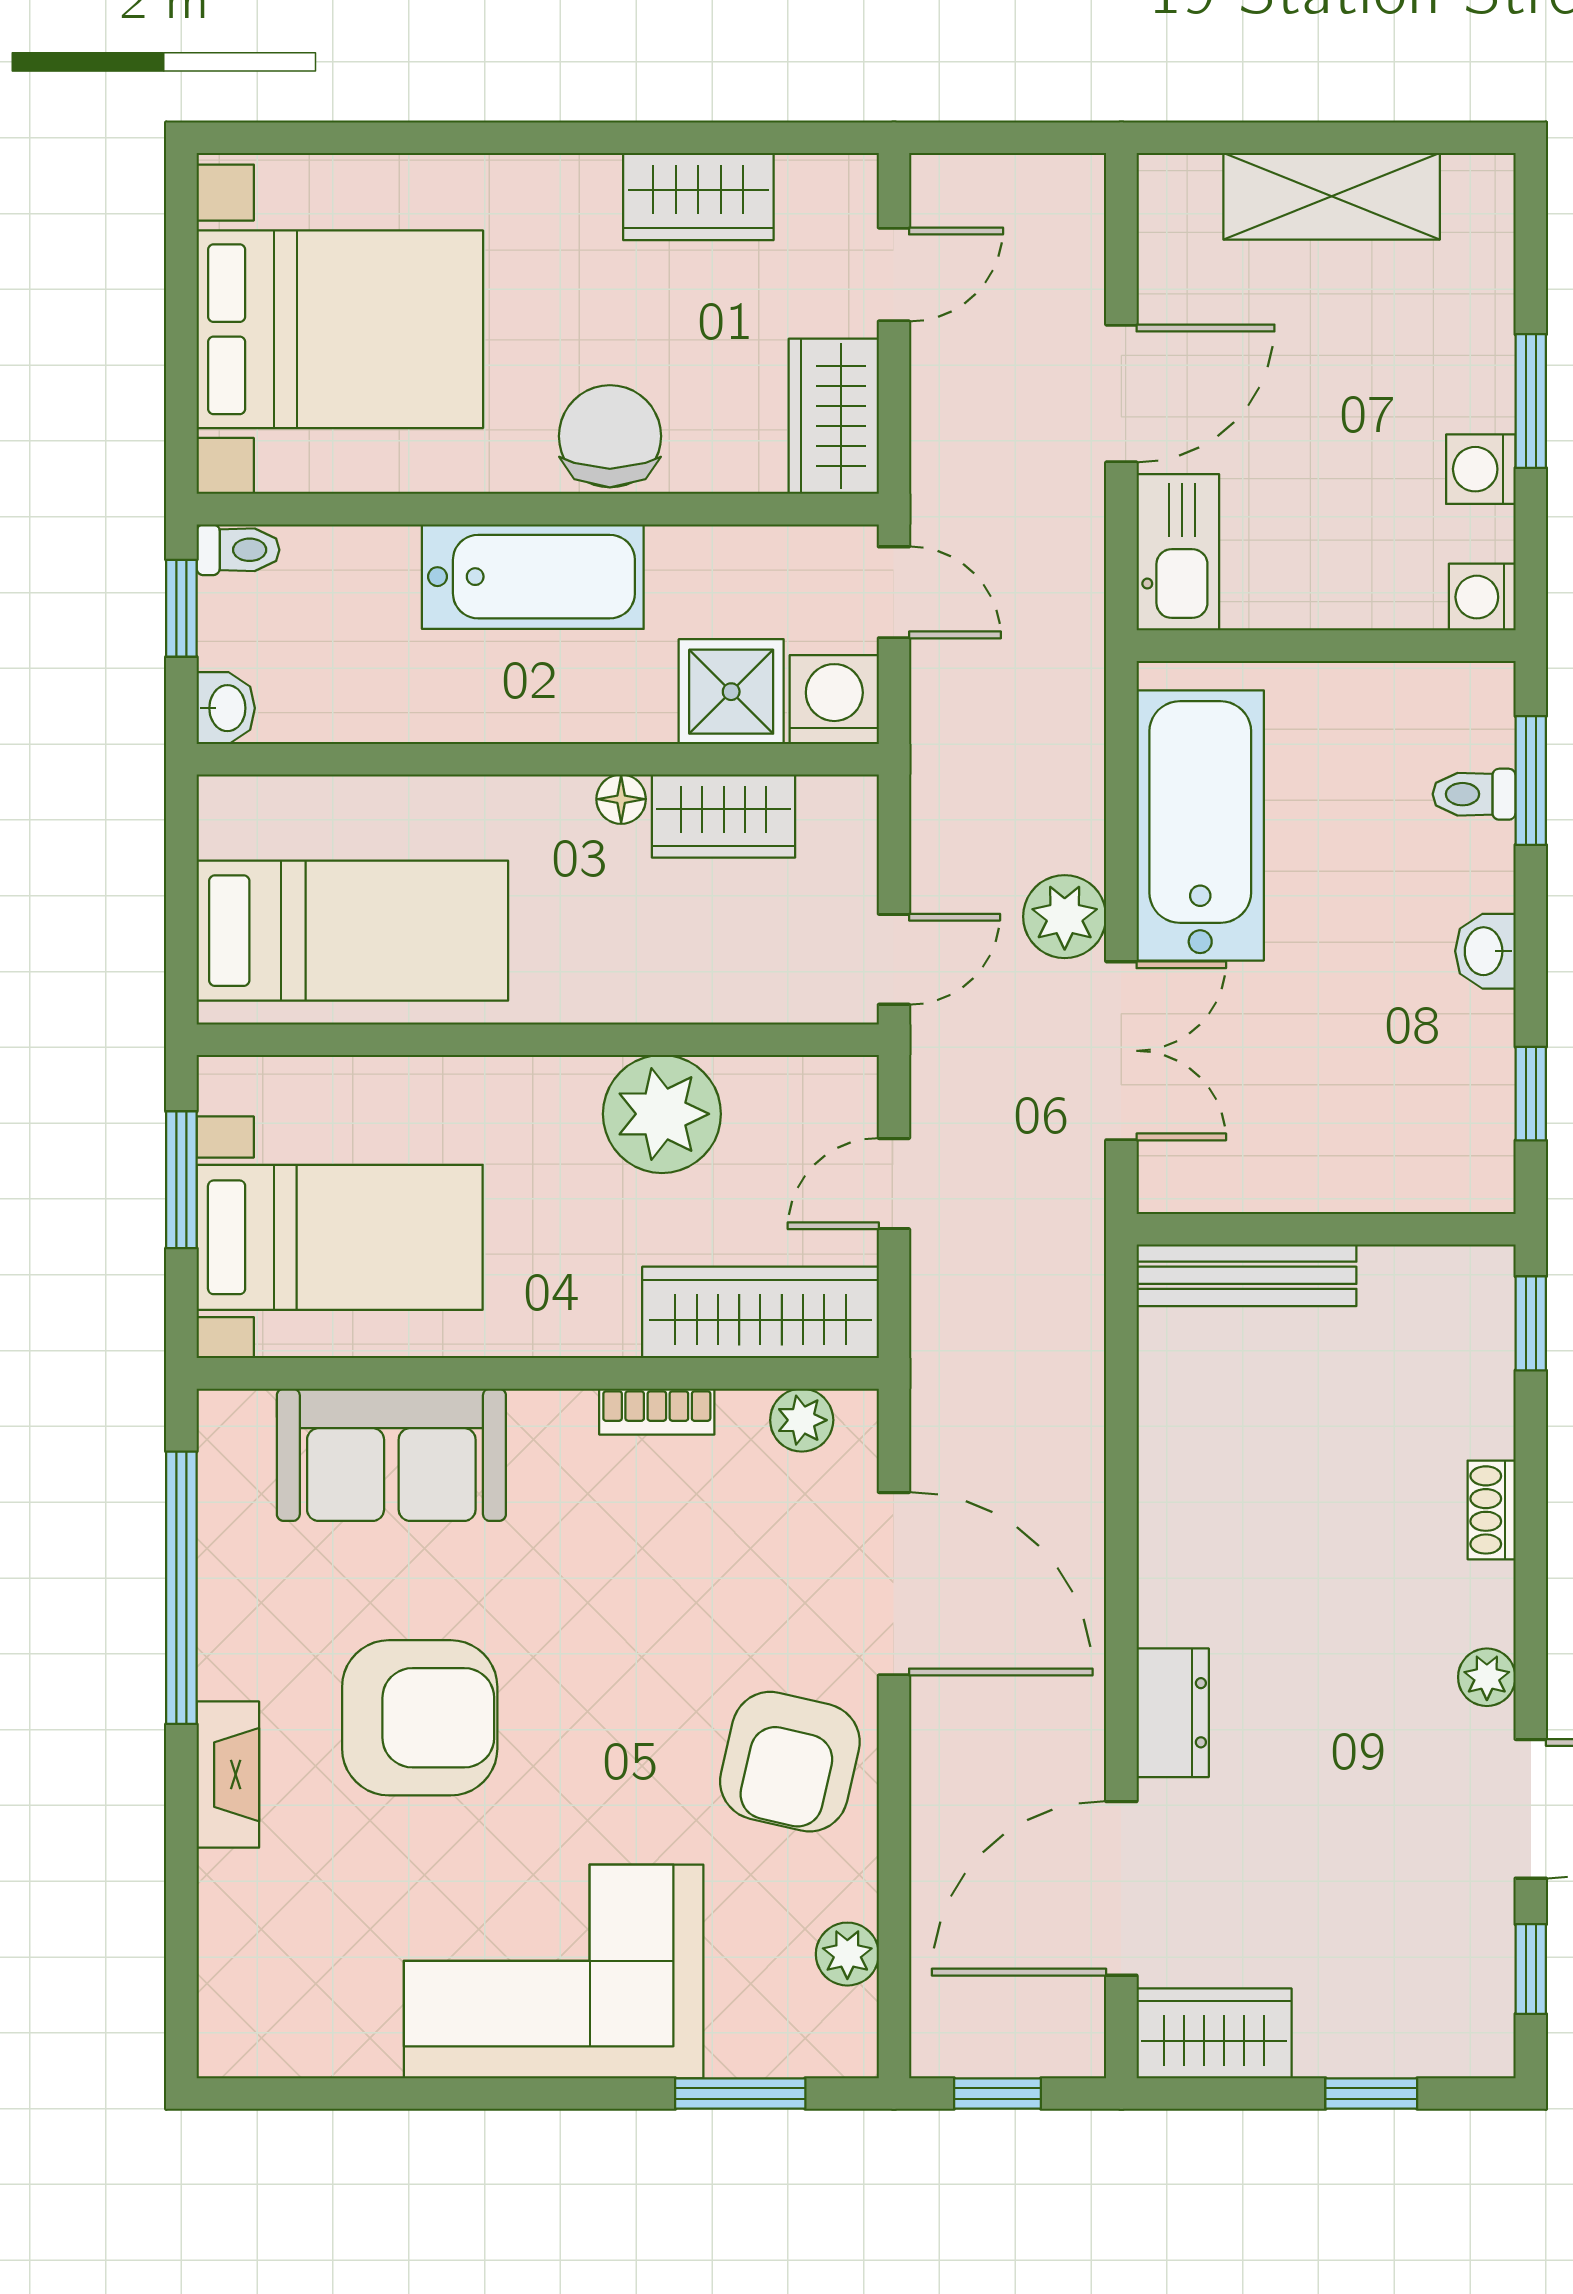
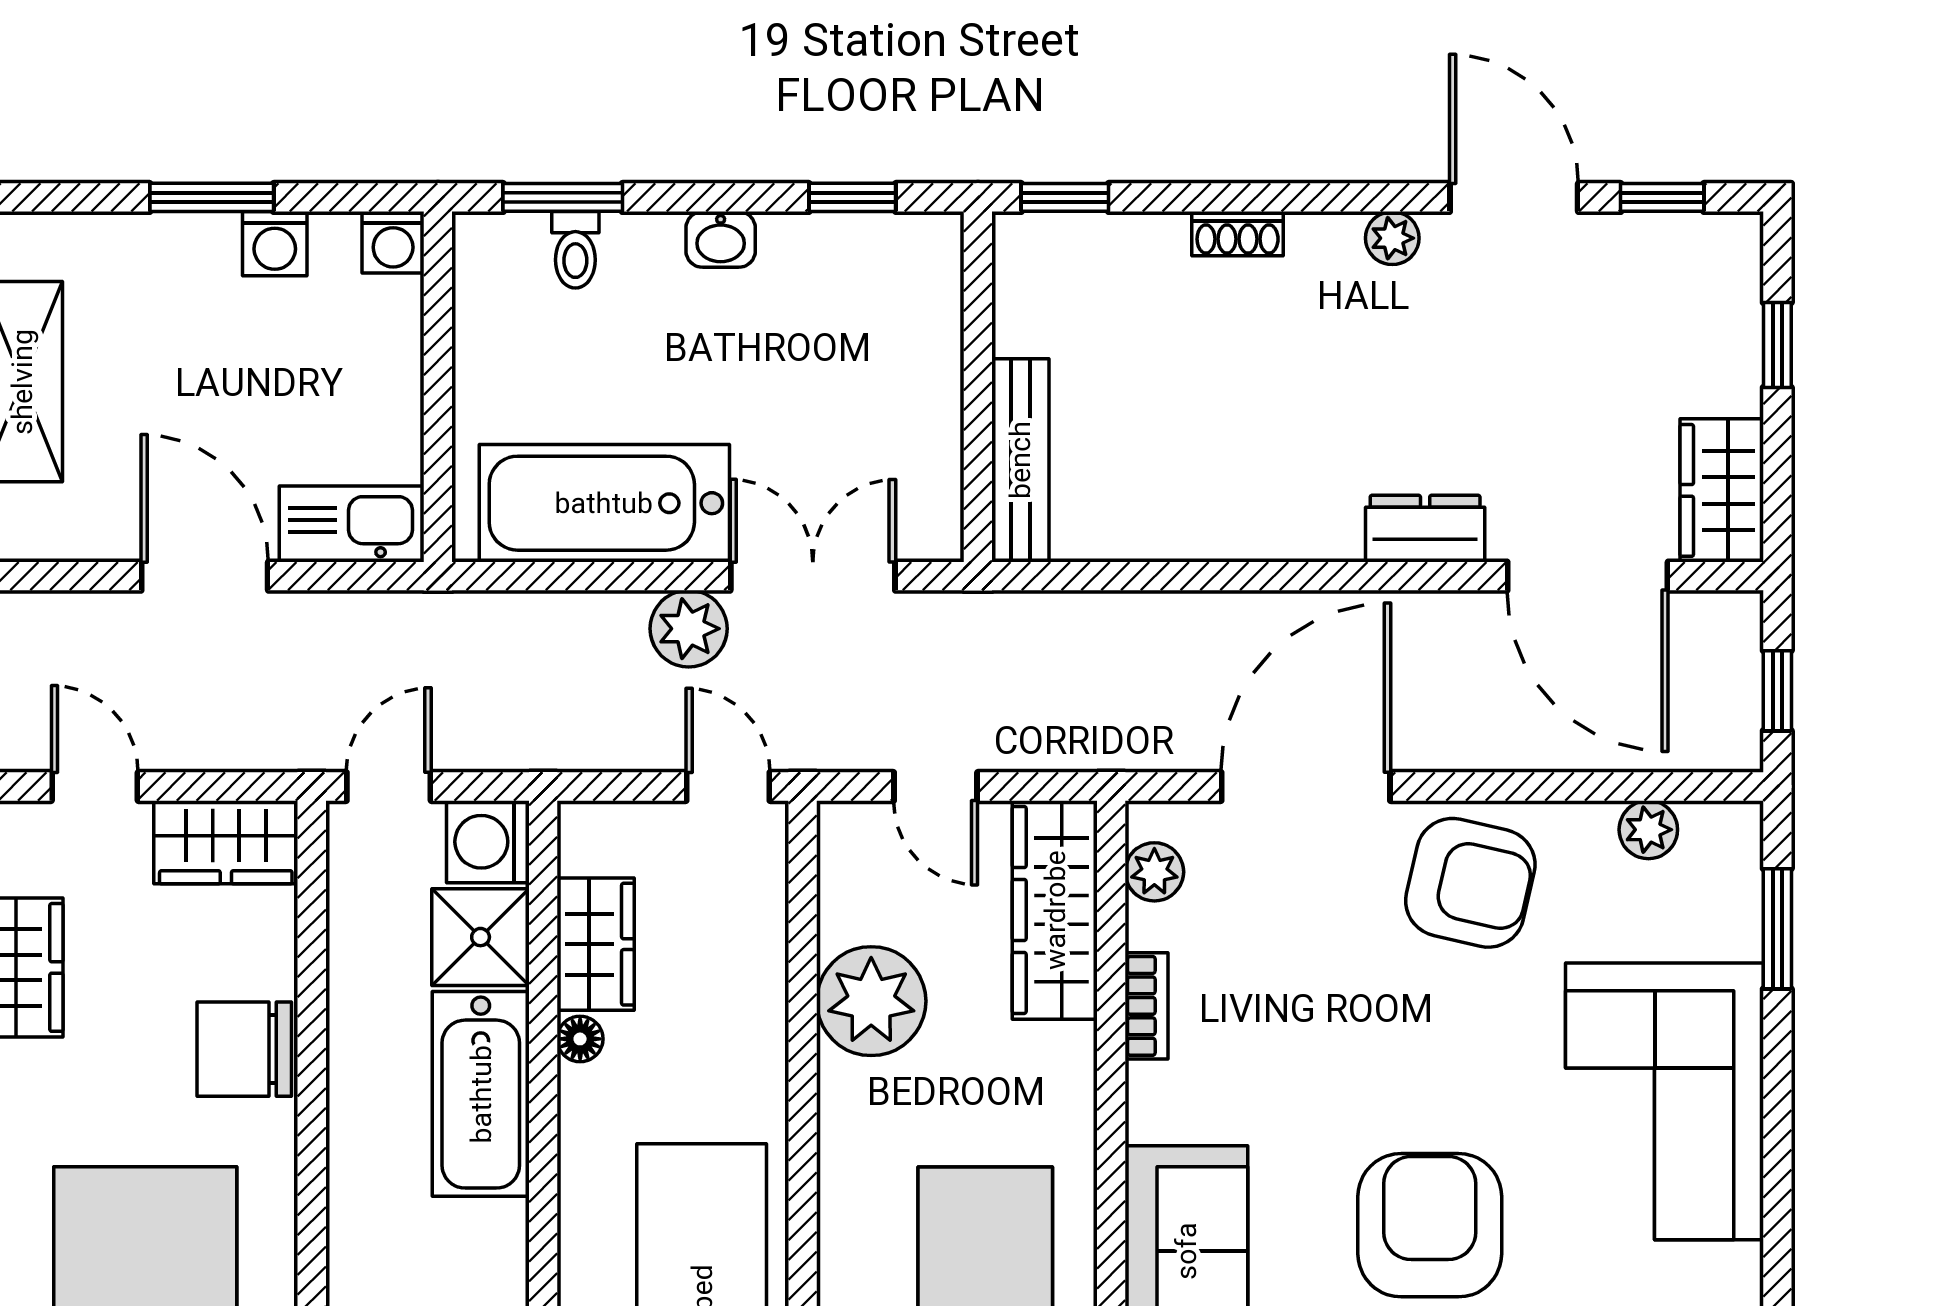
bathtub: (533, 577) -> (481, 1094), moved, turned 180

